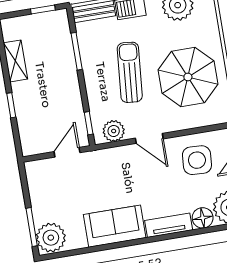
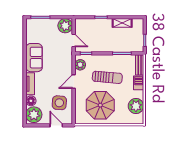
plant: (51, 238) -> (65, 26), moved

